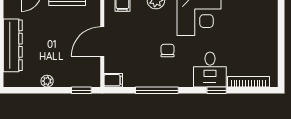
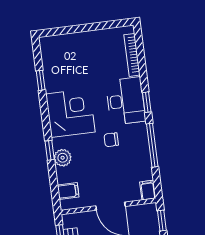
desk: (210, 70) -> (125, 101), width x1.37
window: (217, 90) -> (147, 102), moved

